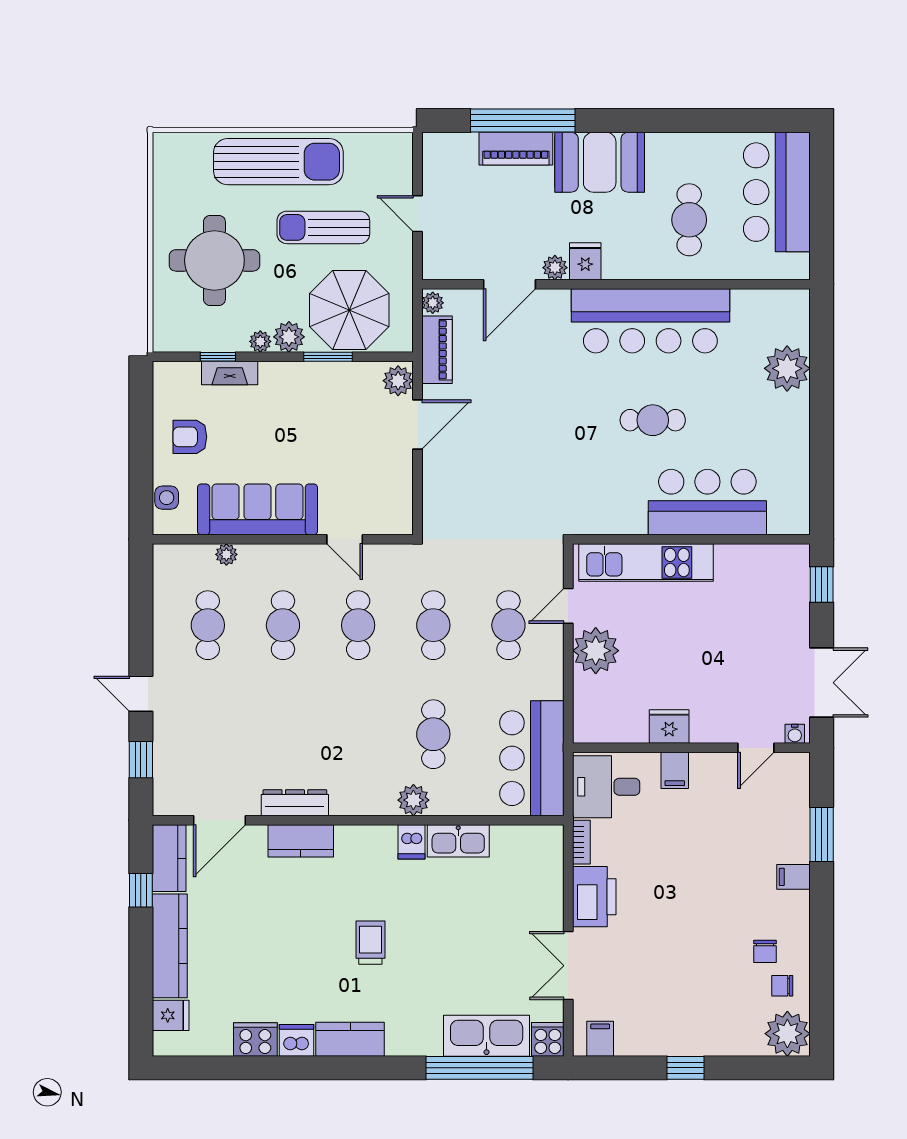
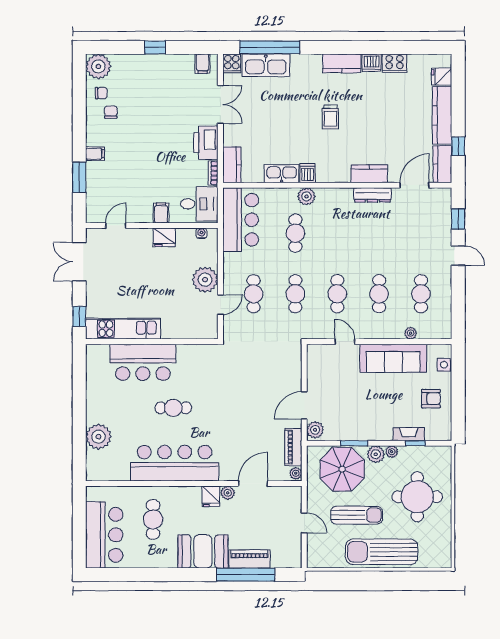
kitchen unit: (646, 562) -> (123, 329), moved
water cooler: (795, 734) -> (201, 233), moved
kitchen counter: (548, 857) -> (232, 165), added

